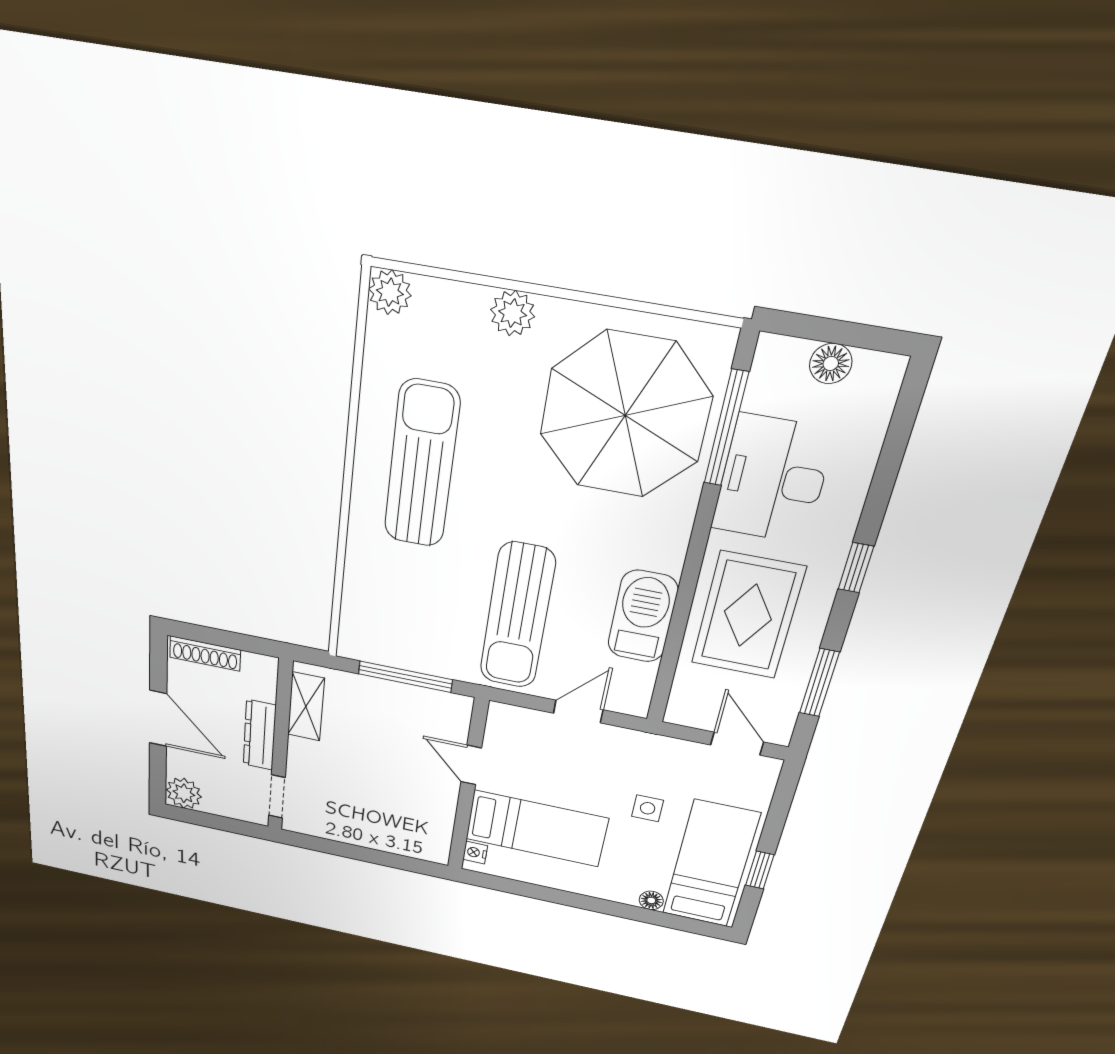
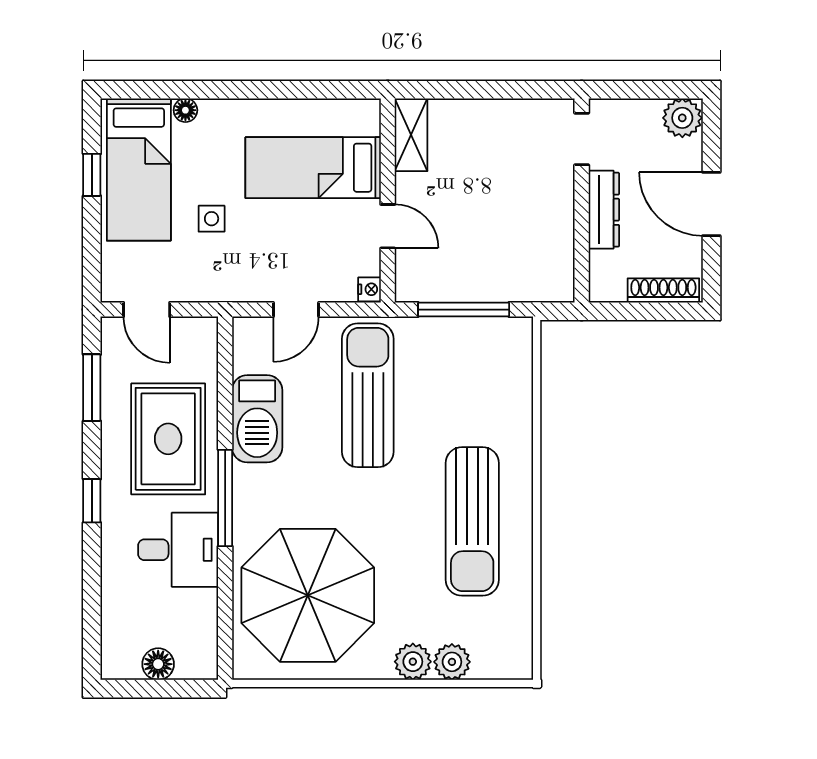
plant: (390, 292) -> (452, 662), moved
window: (726, 428) -> (225, 498), moved
desk: (773, 480) -> (178, 550), width x0.73
shelving: (306, 707) -> (411, 135), moved
nightstand: (475, 853) -> (370, 289), moved

